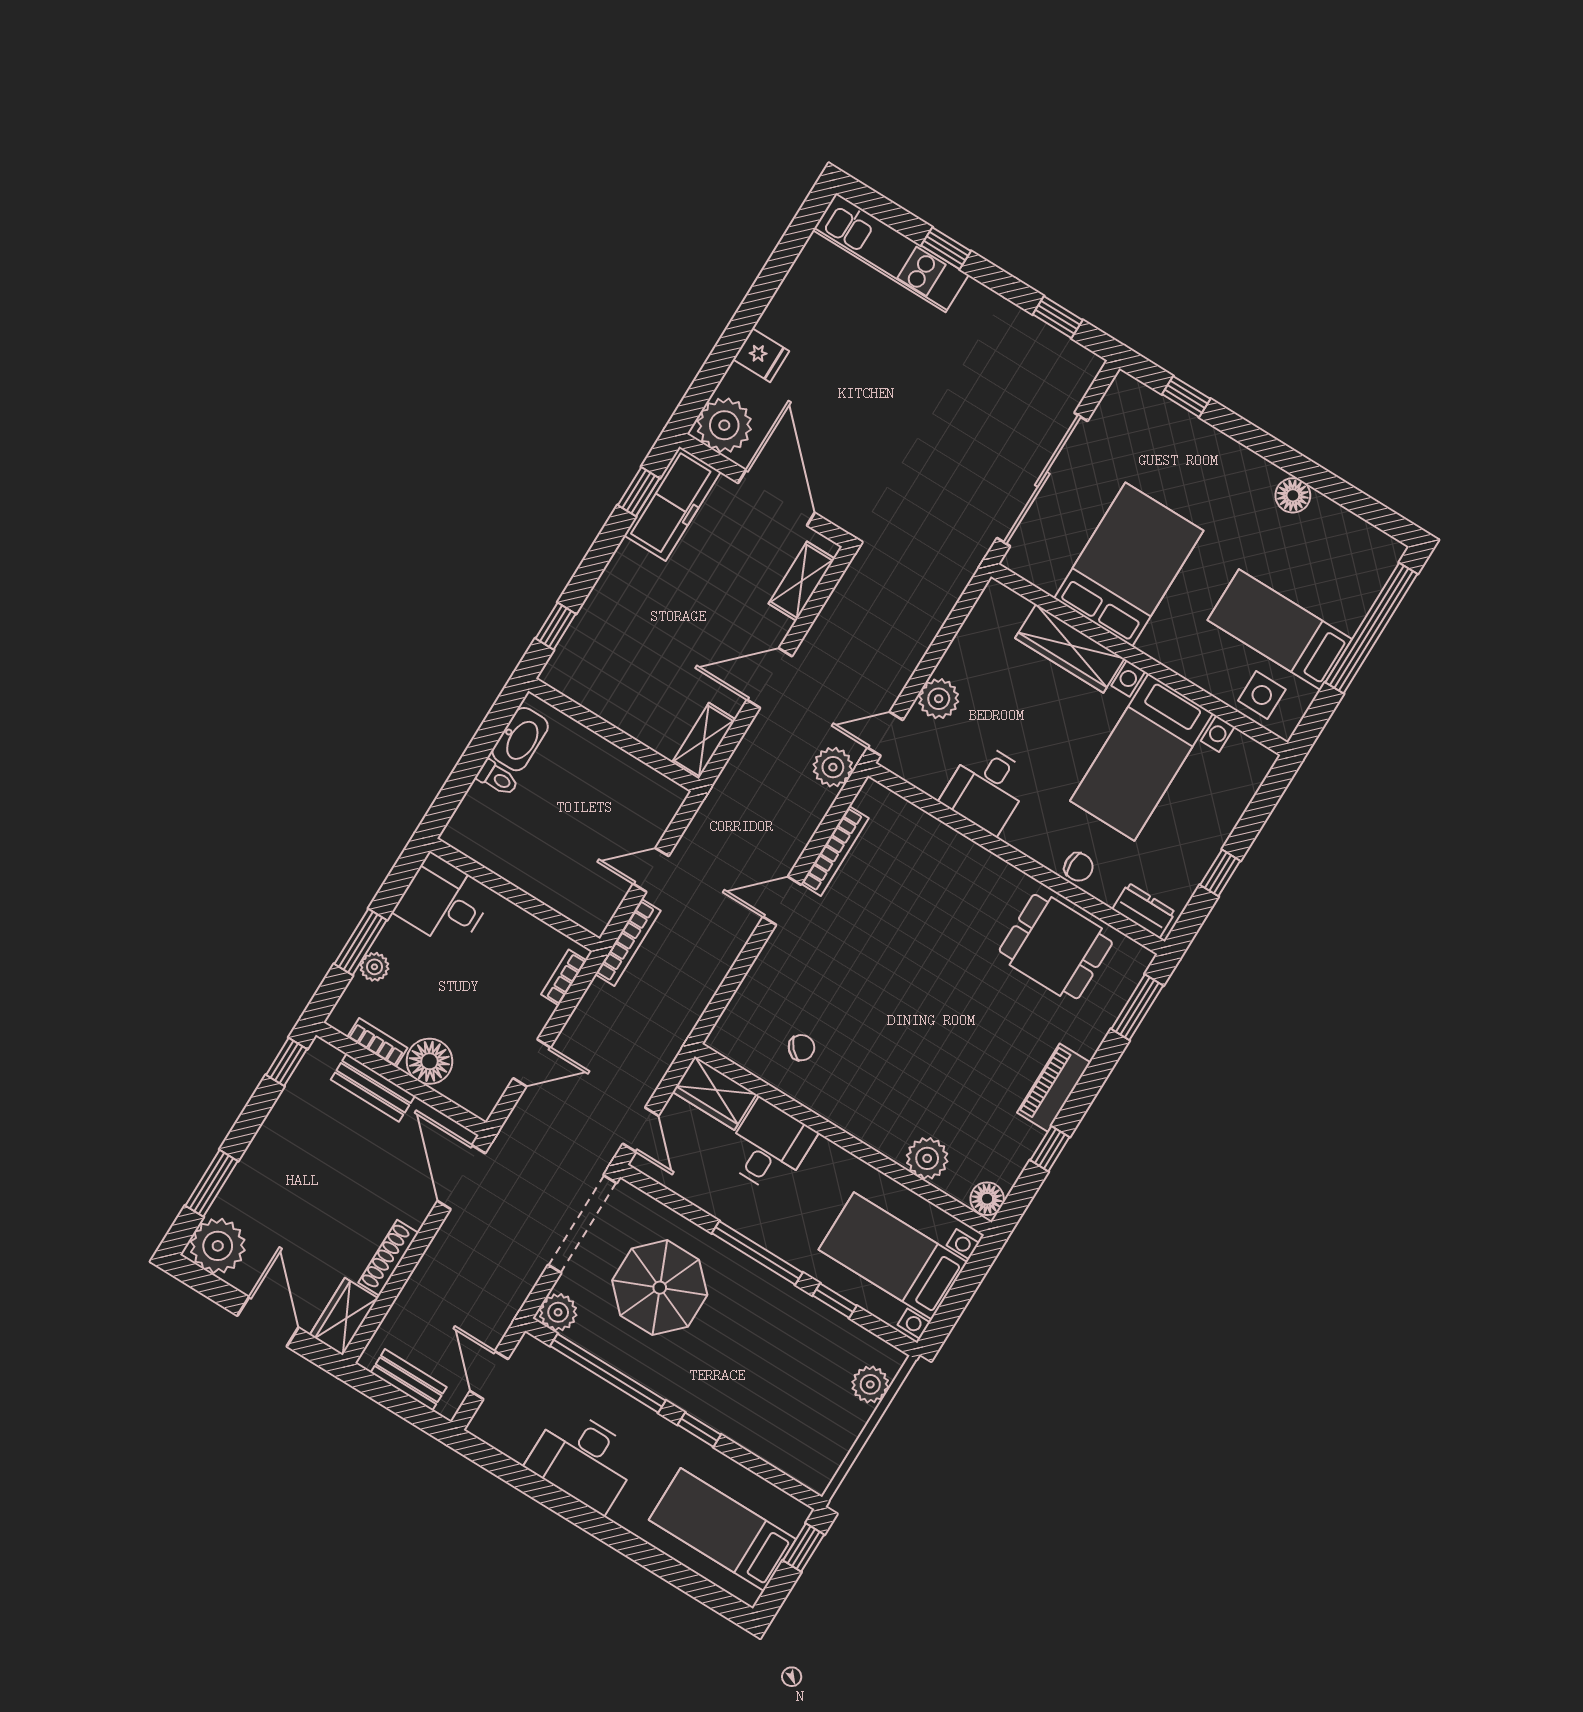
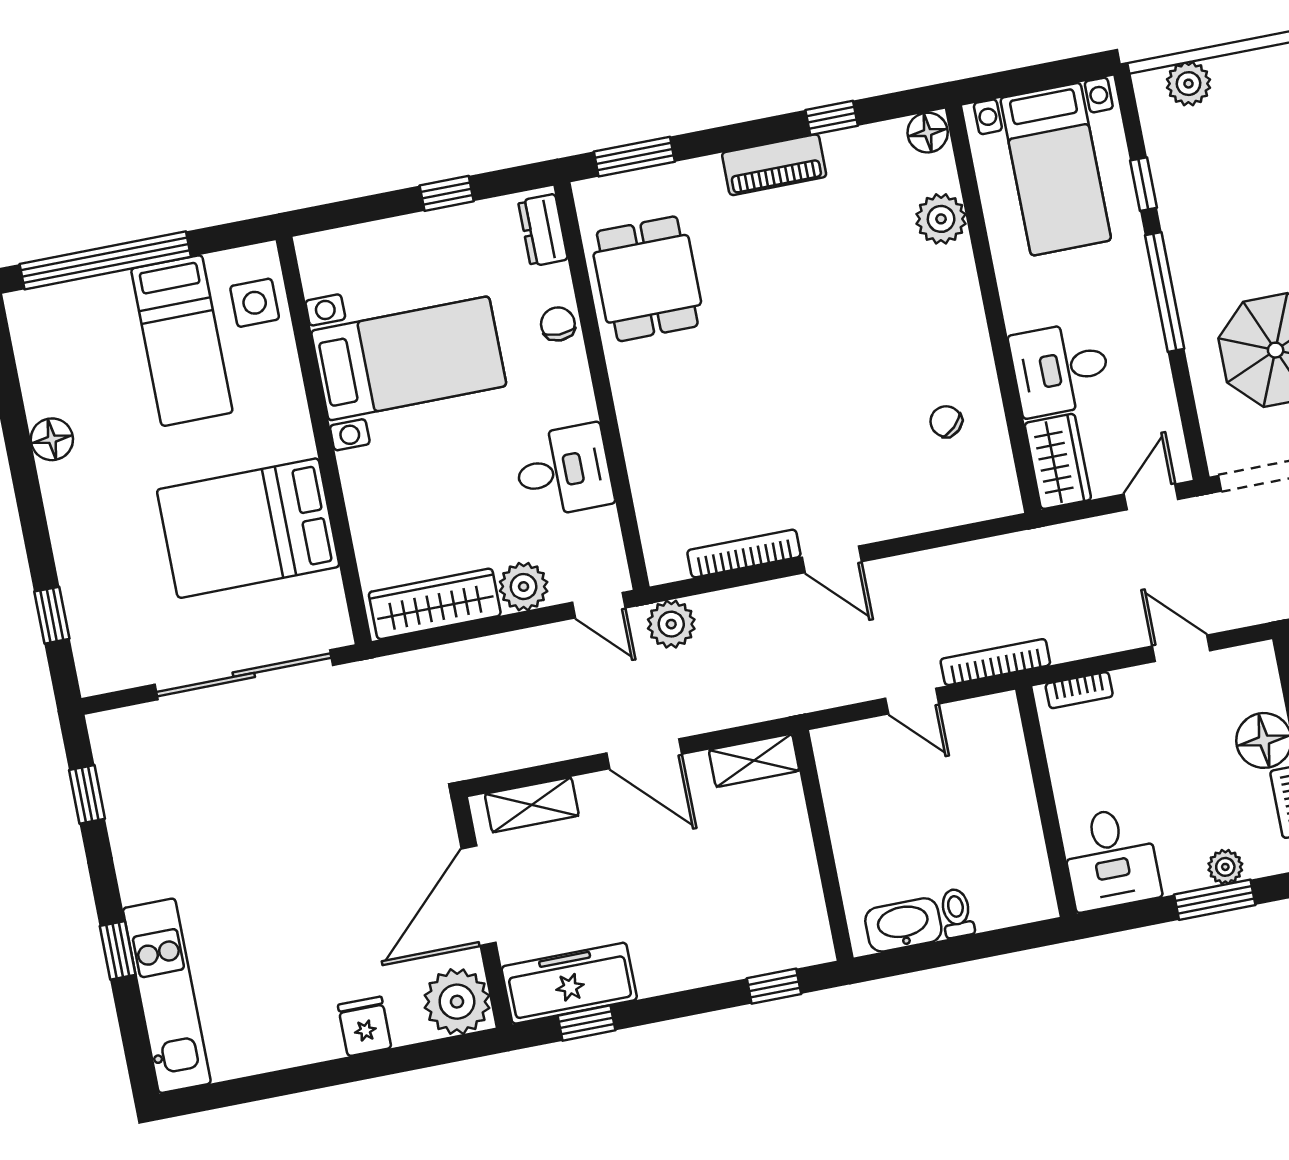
wardrobe: (1070, 648) -> (435, 604), moved, turned -90

